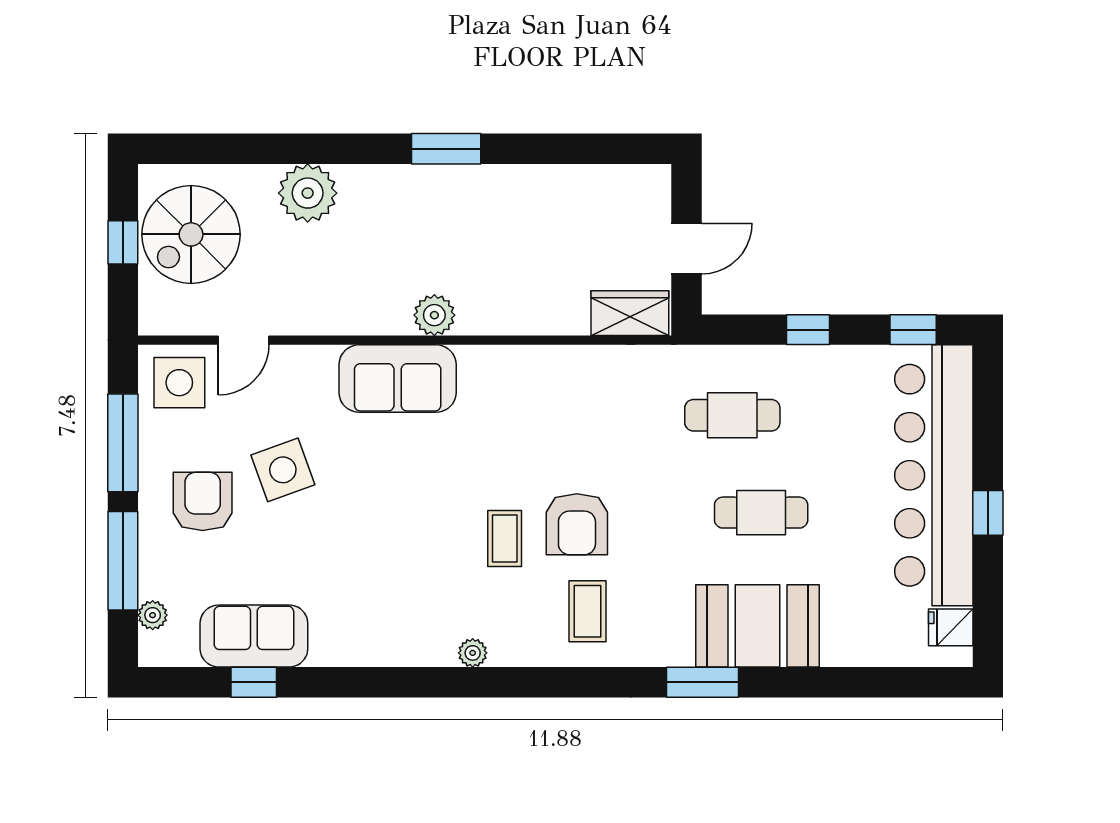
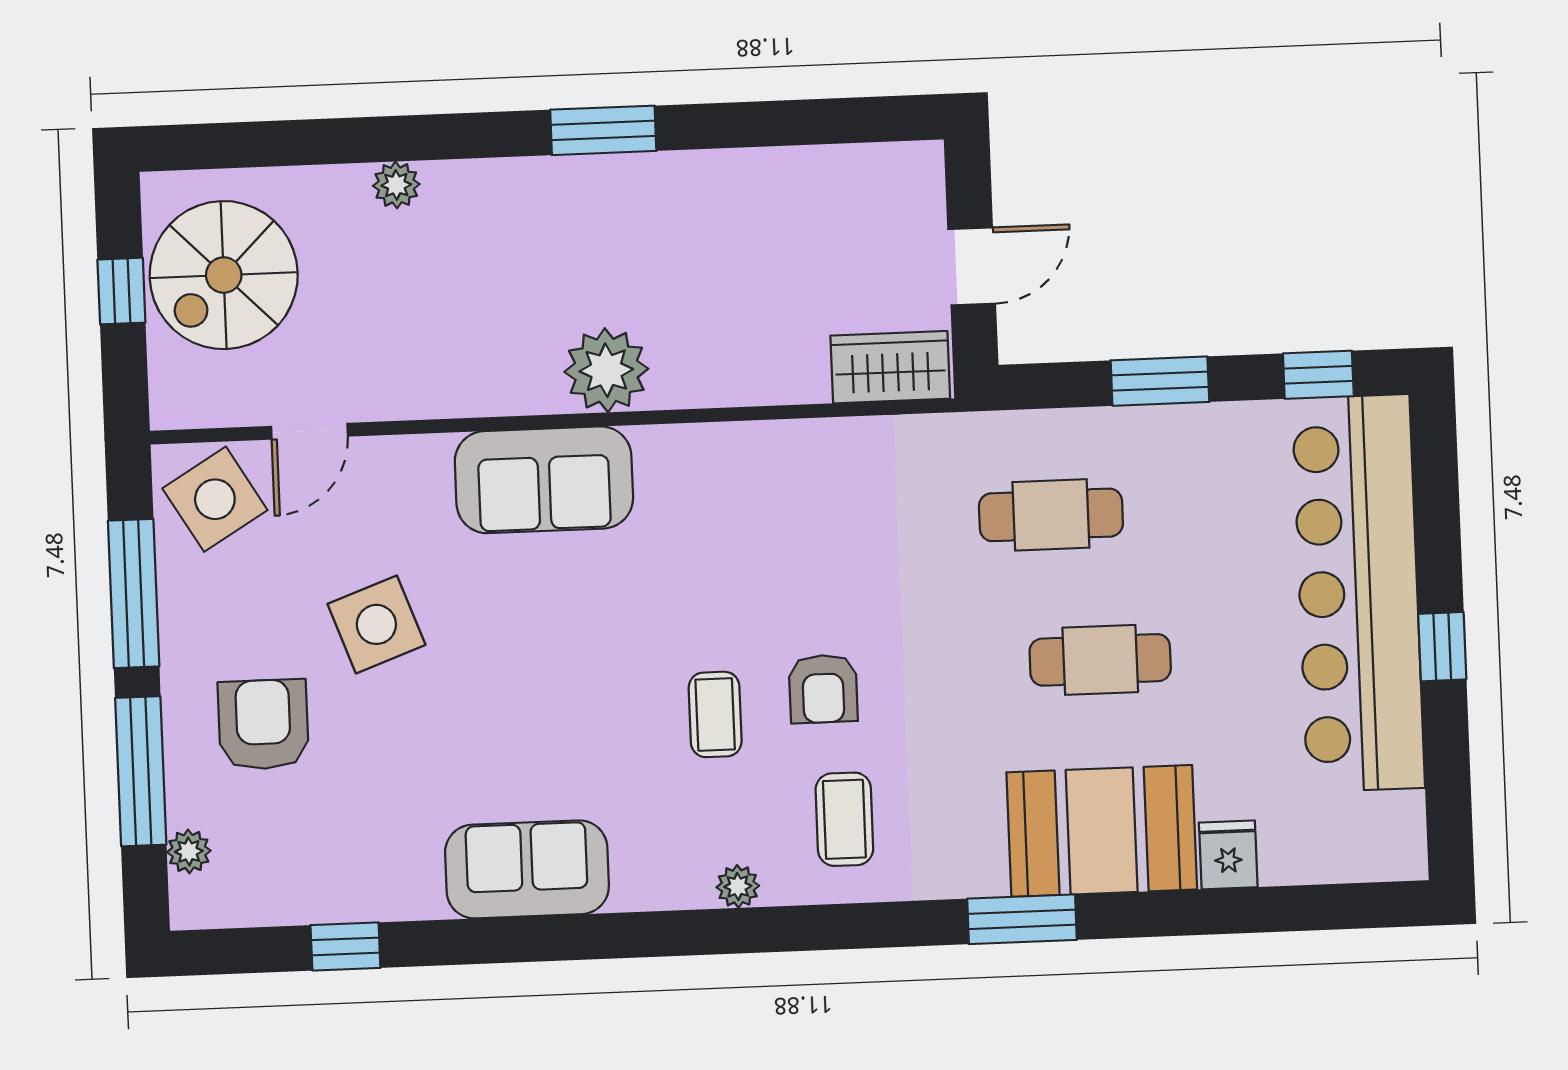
plant: (308, 193) -> (396, 185), width x0.53, depth x0.53
plant: (434, 315) -> (606, 370), width x1.36, depth x1.36
window: (808, 330) -> (1160, 381), width x1.50
side table: (179, 383) -> (215, 499), turned -31
armchair: (203, 501) -> (263, 725), moved
armchair: (577, 524) -> (823, 689), width x0.72, depth x0.72
fridge: (951, 627) -> (1228, 855), moved, turned 90
sofa: (254, 636) -> (527, 869), moved
plant: (473, 653) -> (738, 886), moved

